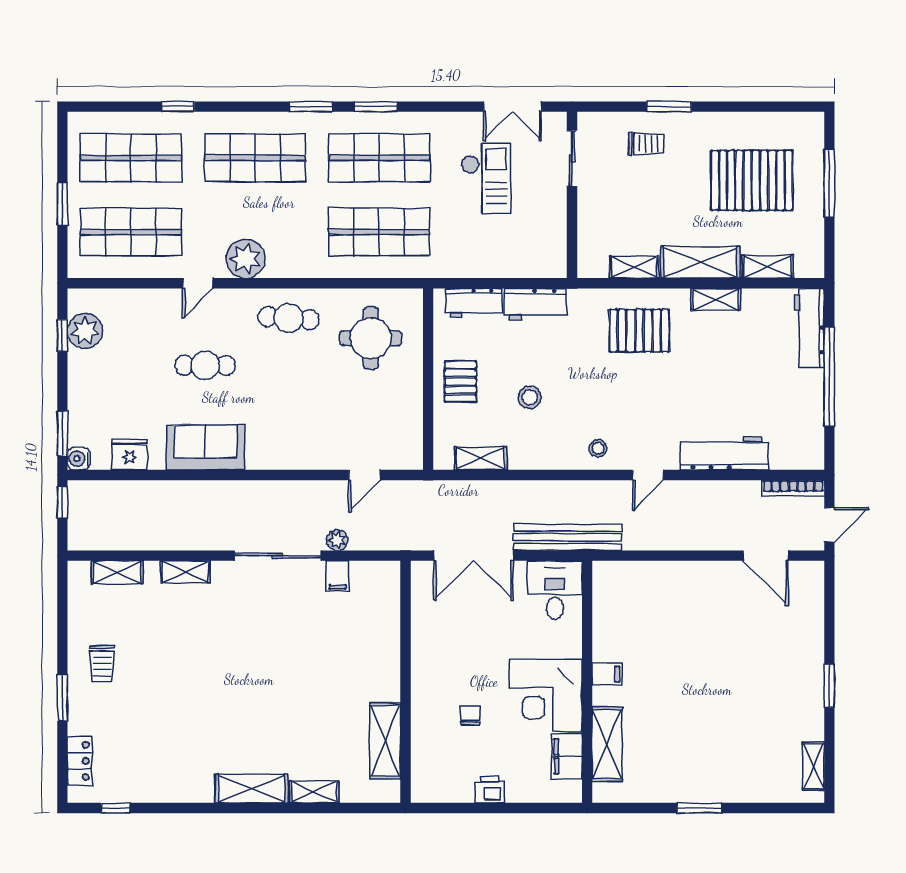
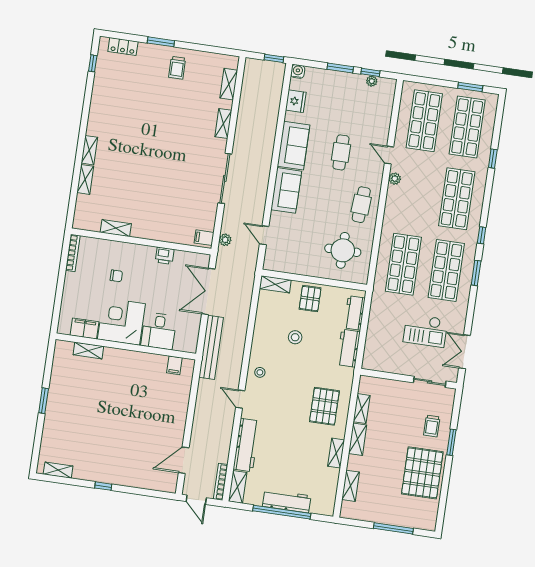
window: (311, 107) -> (482, 235), width x0.67
pallet: (752, 180) -> (422, 473), moved
window: (62, 204) -> (470, 87), moved
plant: (245, 259) -> (395, 179), width x0.53, depth x0.53
shelving: (700, 262) -> (358, 439), width x0.67, depth x0.75
workbench: (809, 328) -> (287, 501), moved
plant: (85, 331) -> (372, 81), width x0.53, depth x0.53
pallet: (460, 382) -> (310, 299), turned 90
window: (62, 434) -> (340, 68), moved
sofa: (283, 449) -> (286, 190), added
shelving: (481, 458) -> (275, 284), moved, turned 90
shelving: (797, 458) -> (238, 487), added
plant: (337, 540) -> (225, 240), moved
filing cabinet: (338, 576) -> (204, 238), moved
desk: (555, 590) -> (159, 331), moved, turned 90
trolley: (102, 664) -> (177, 68), turned -90
filing cabinet: (607, 674) -> (174, 365), moved
window: (829, 686) -> (103, 486), width x0.67
shelving: (385, 741) -> (116, 228), width x0.67, depth x0.75
shelving: (607, 744) -> (88, 351), width x0.67, depth x0.75
shelving: (251, 788) -> (89, 150), width x0.67, depth x0.75
printer: (490, 790) -> (165, 256), moved, turned 90
bookcase: (442, 795) -> (73, 253), added

